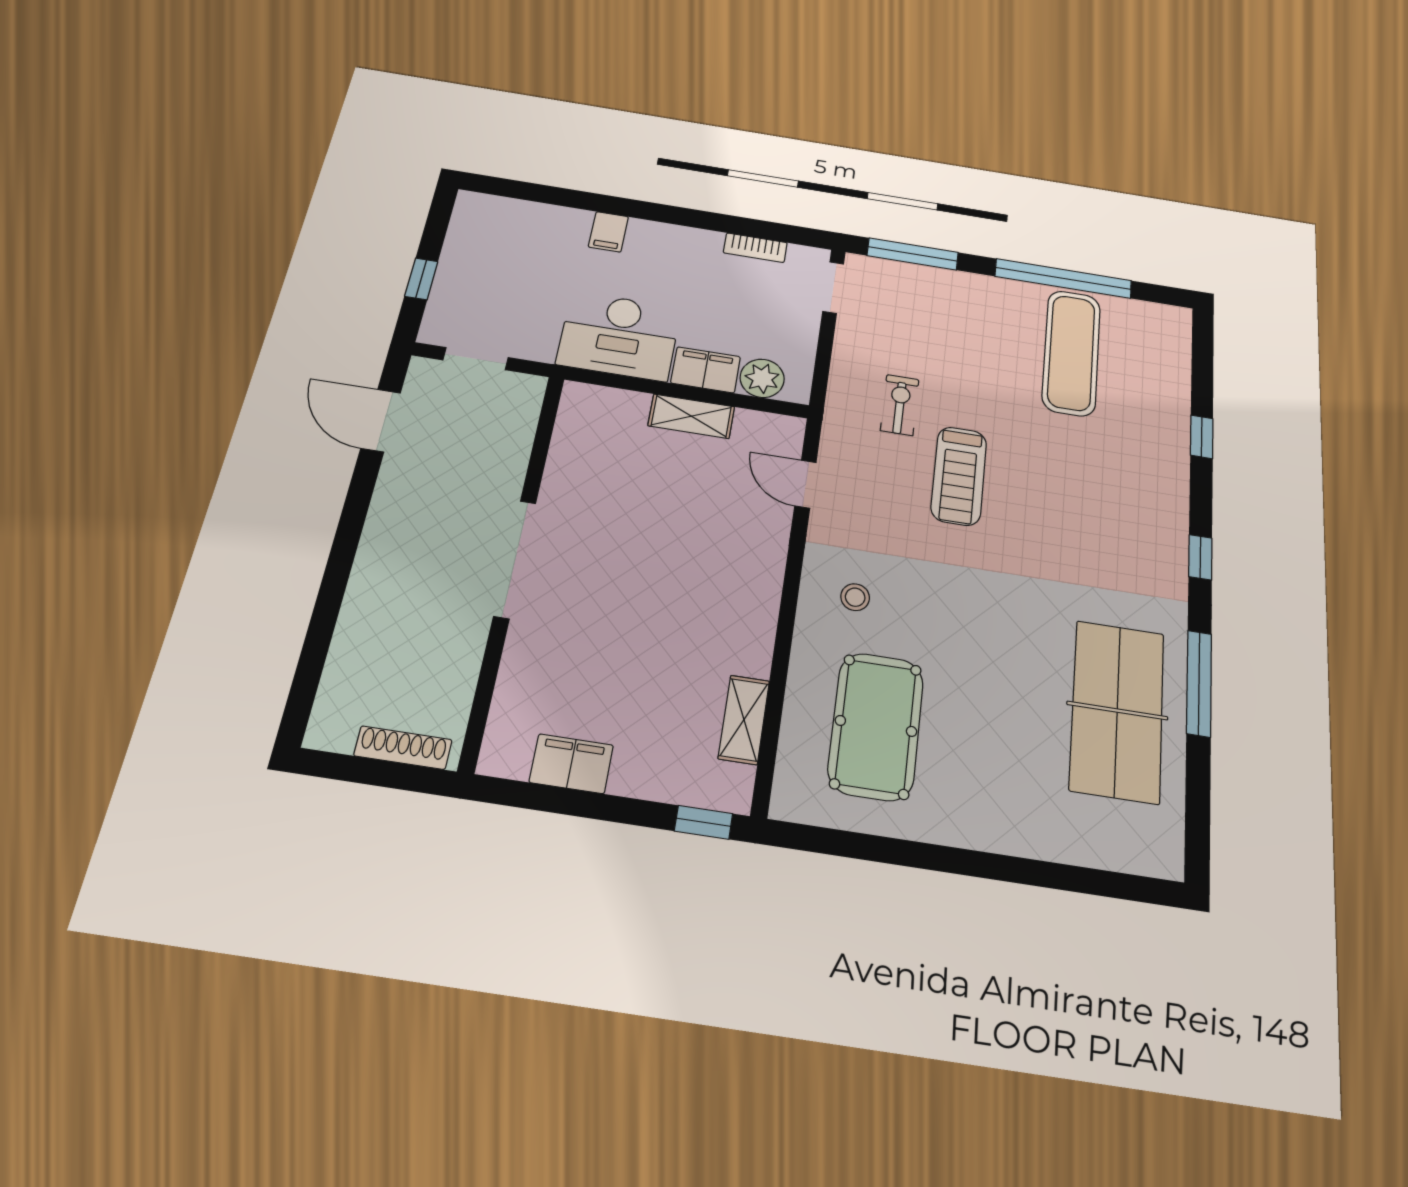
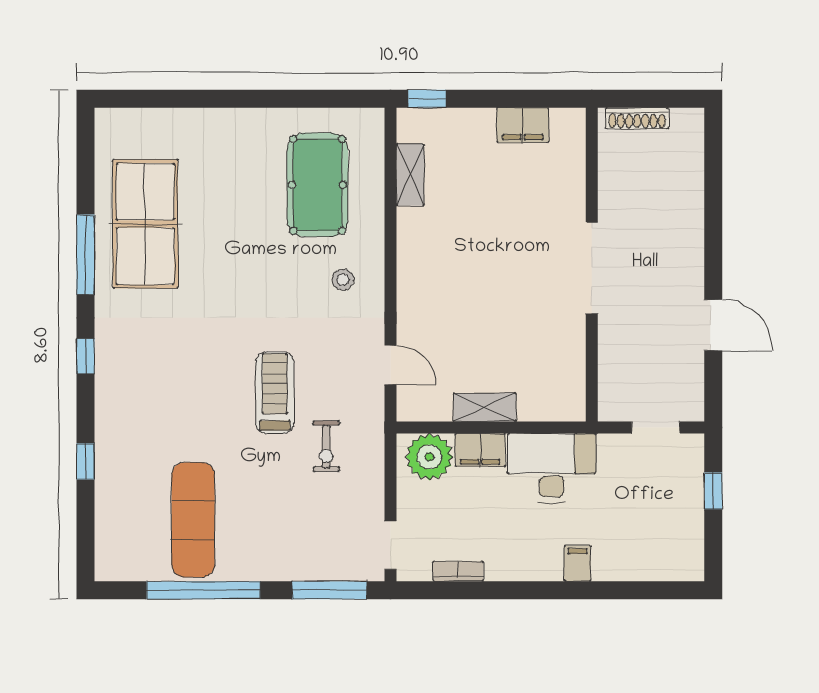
plant: (762, 378) -> (429, 457), width x1.36, depth x1.36
door: (381, 420) -> (713, 325), moved

